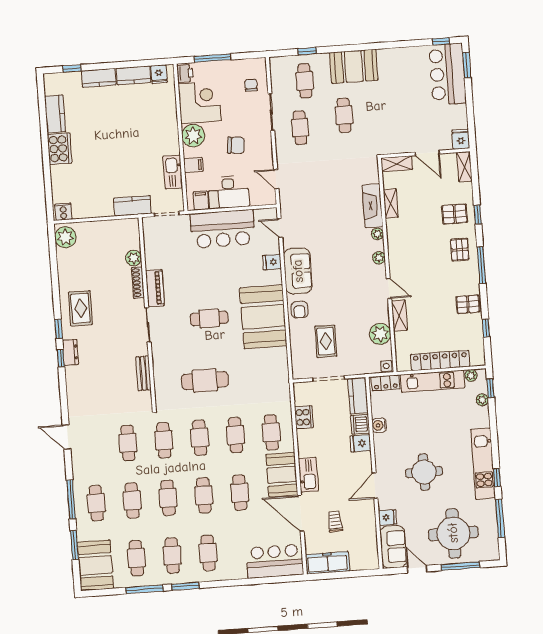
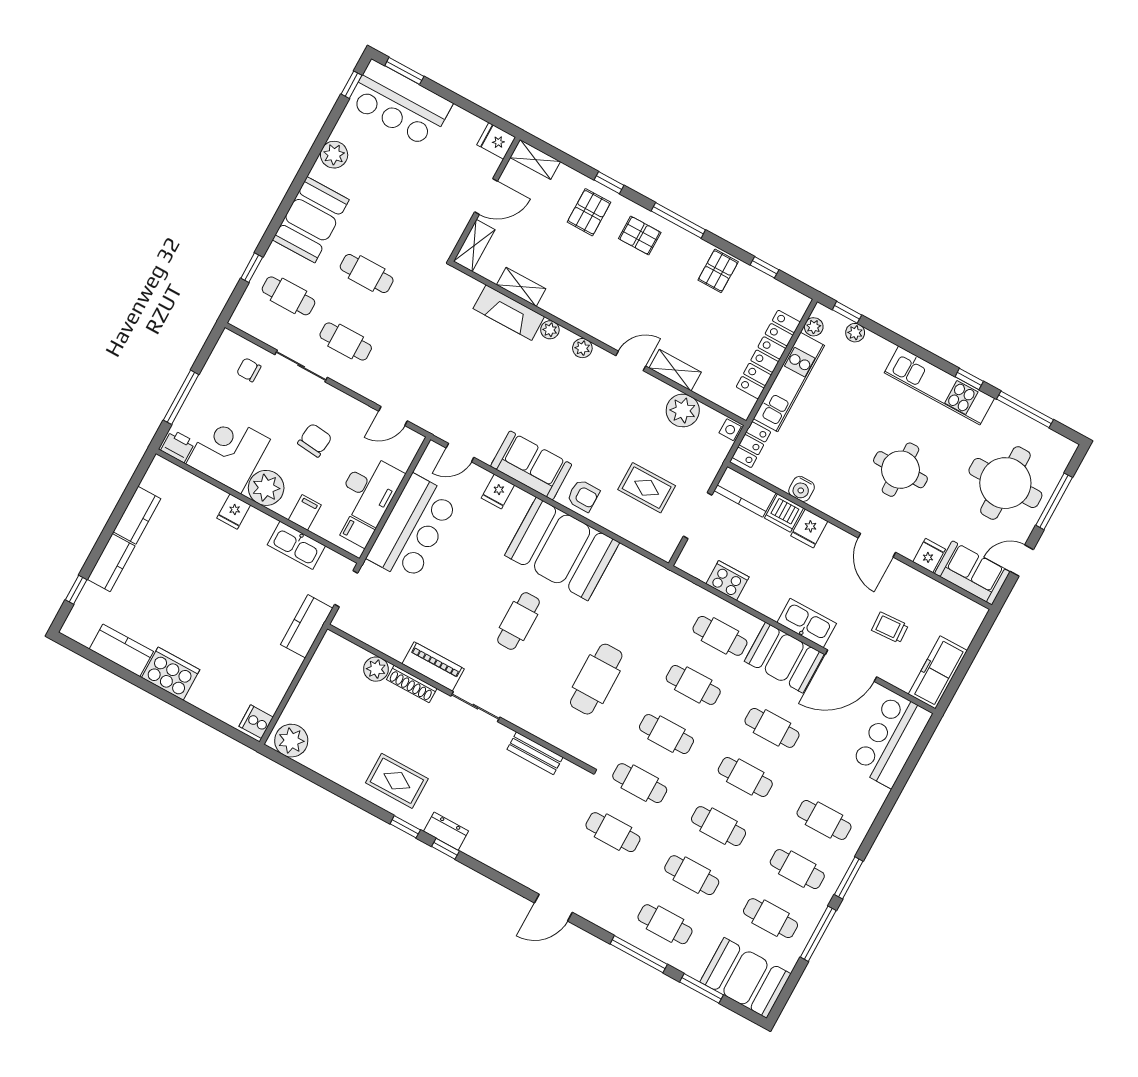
plant: (397, 56) -> (334, 155), added
fridge: (159, 74) -> (234, 512), moved, turned 90

